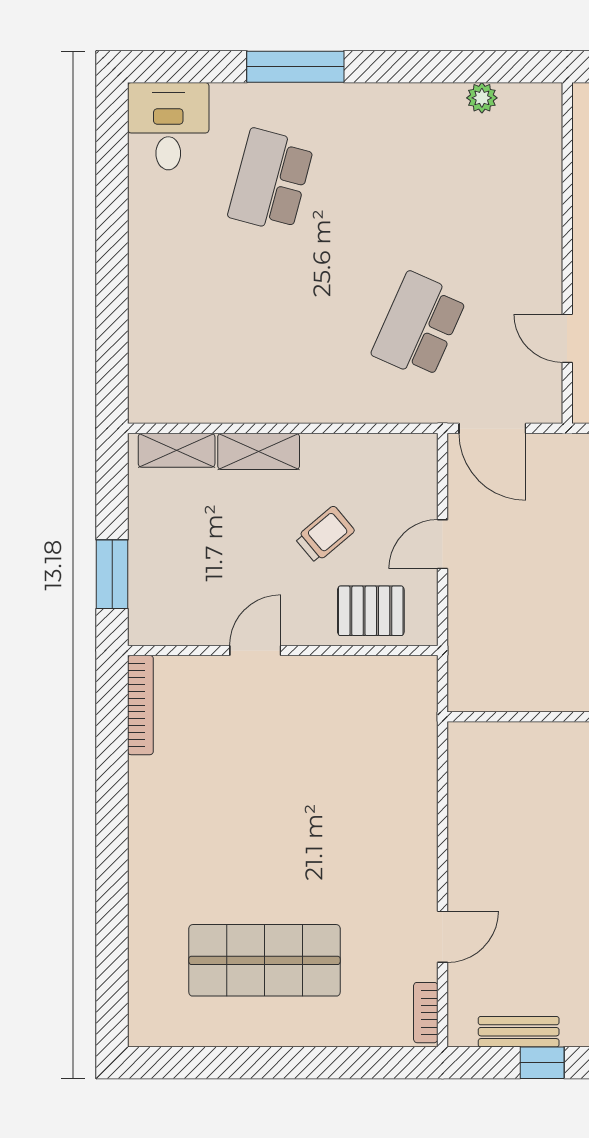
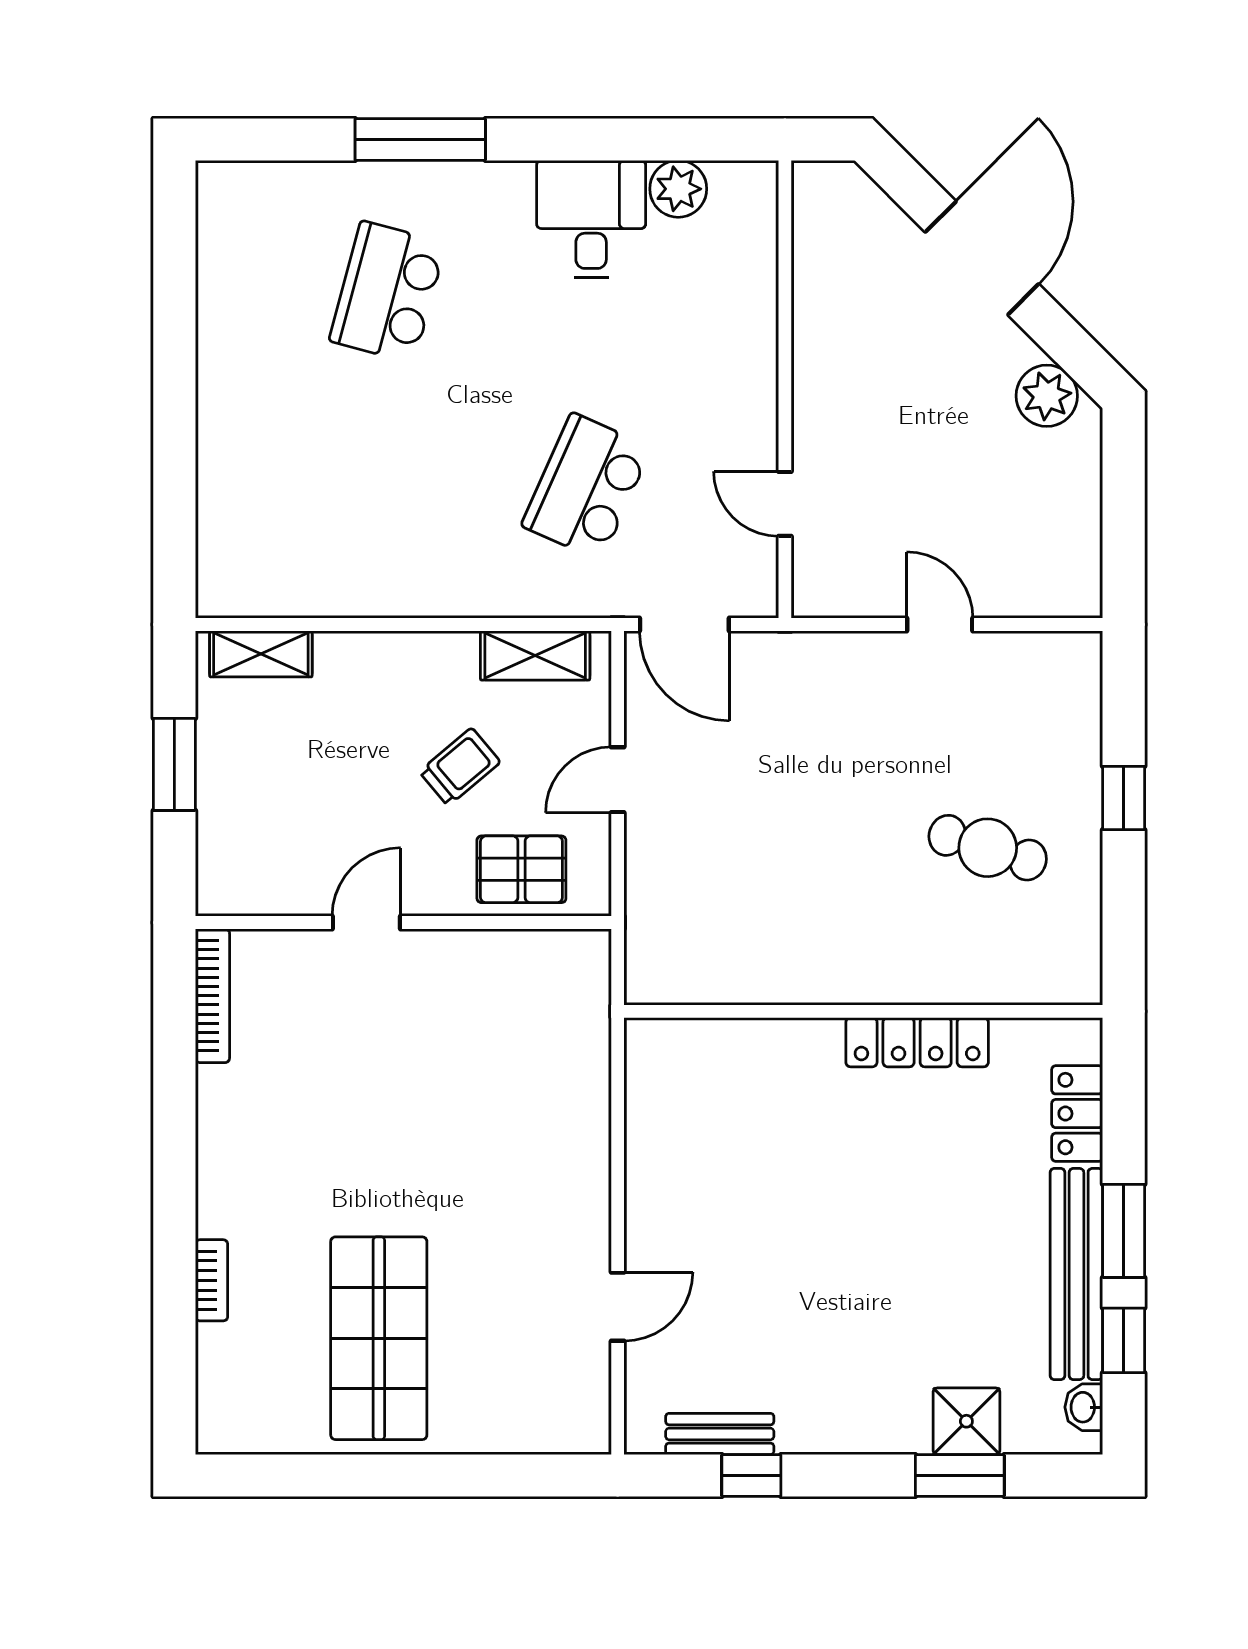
plant: (482, 98) -> (678, 189), width x1.38, depth x1.38
desk: (168, 126) -> (591, 219), moved
shelving: (259, 451) -> (535, 655), moved
window: (112, 574) -> (174, 764), moved
shop shelf: (265, 960) -> (379, 1338), turned 90
bookcase: (426, 1013) -> (211, 1280), moved, turned 180

